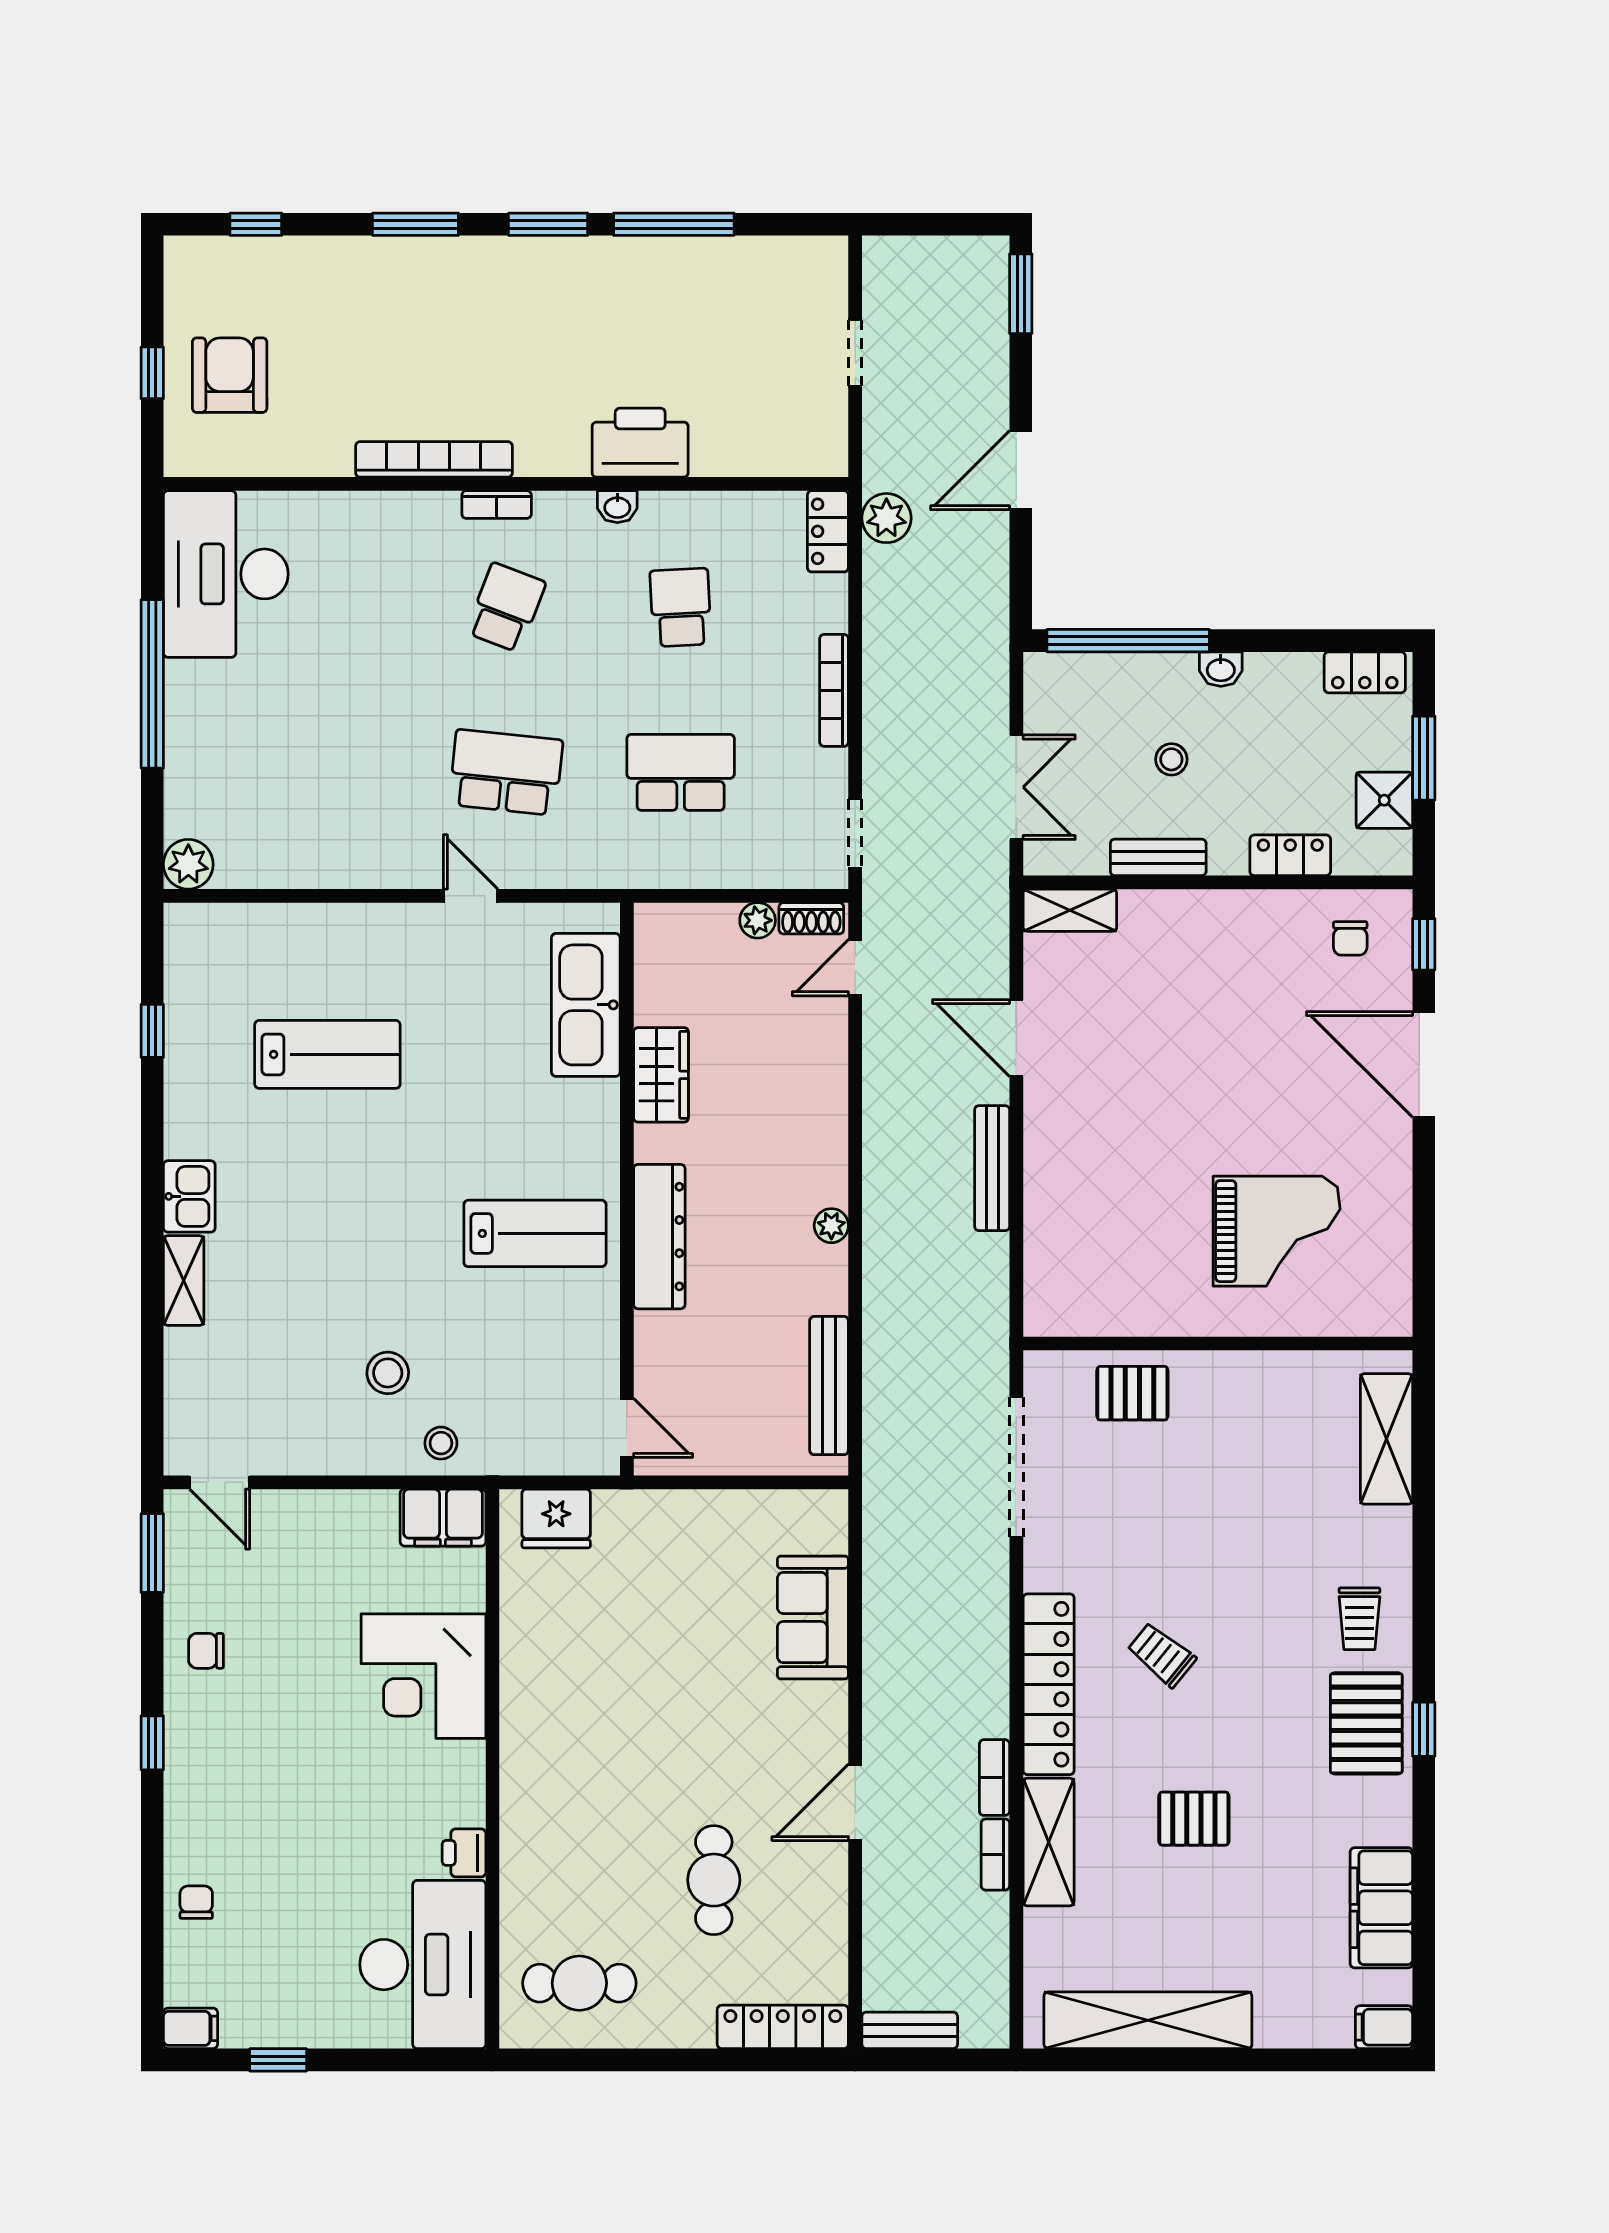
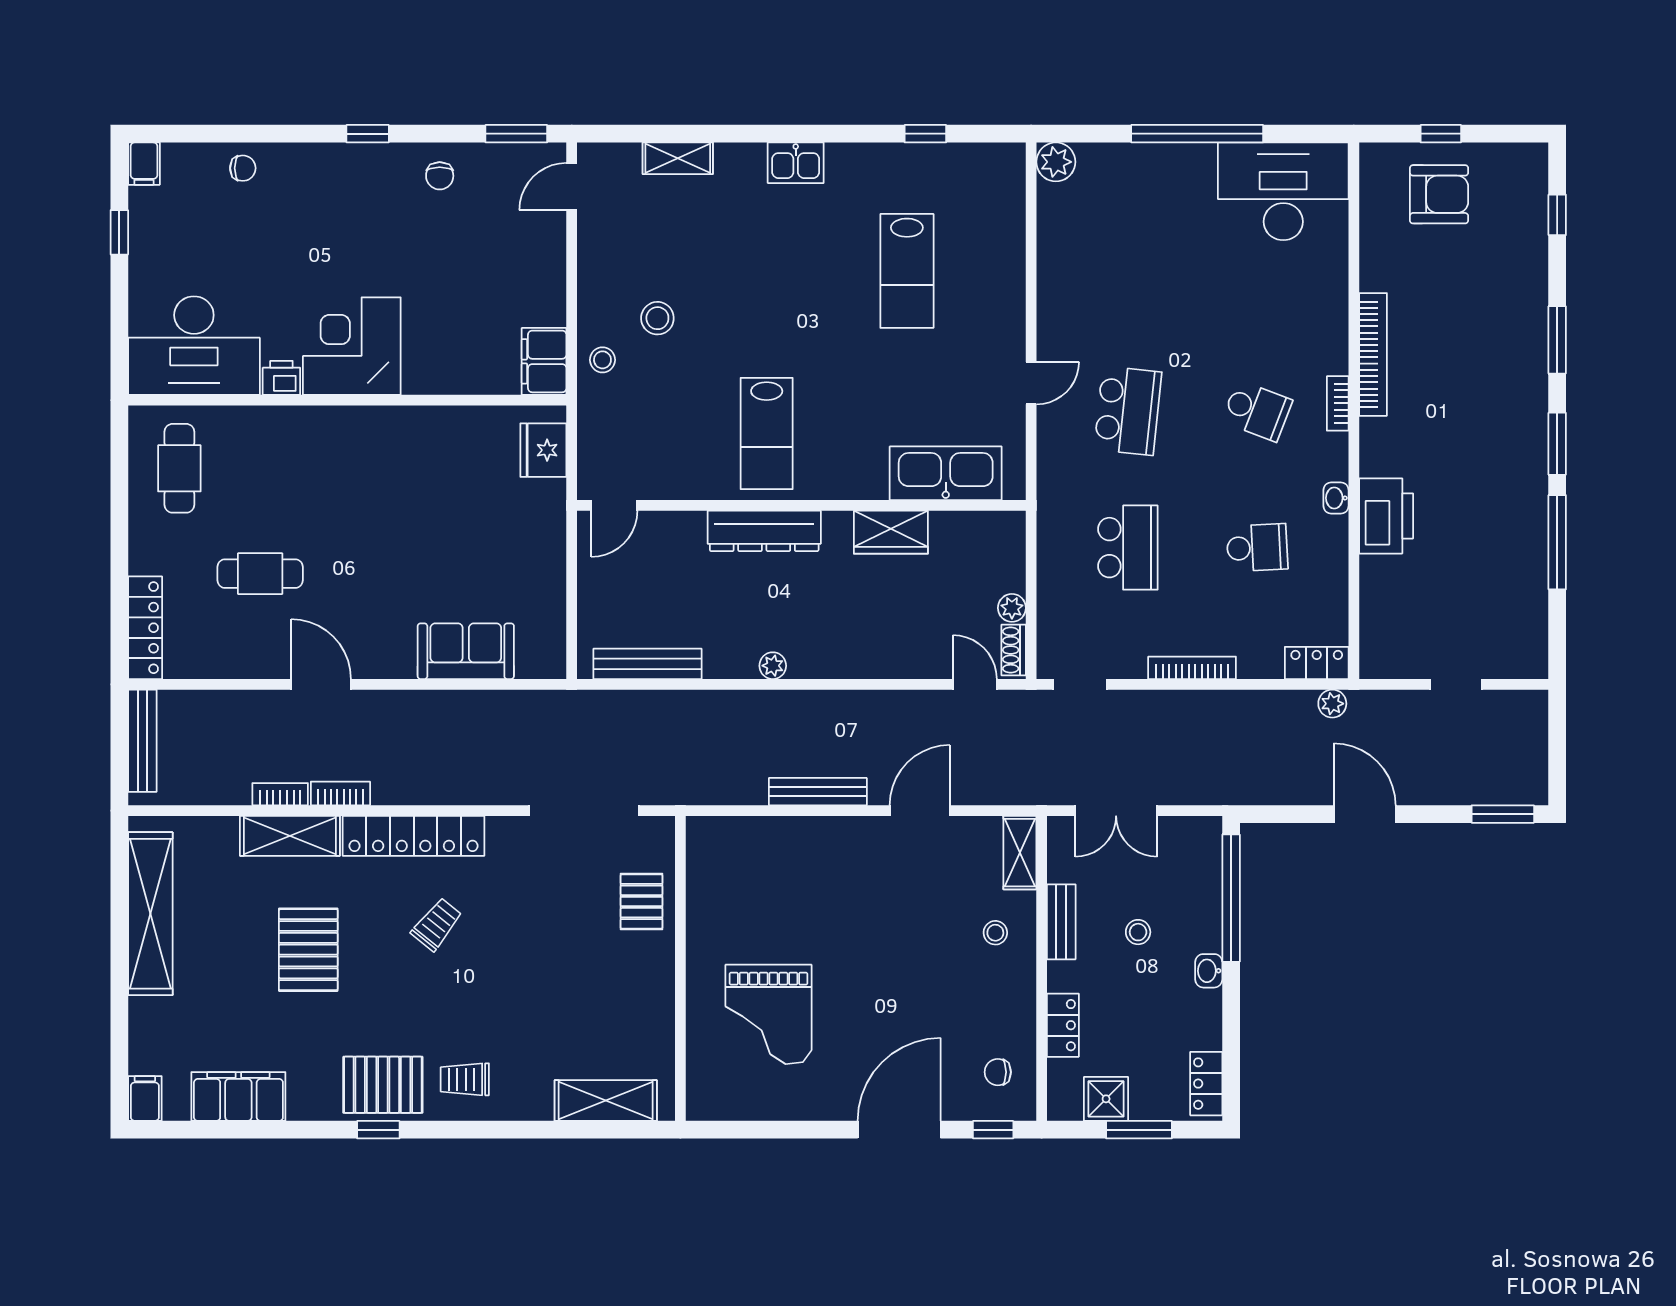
plant: (886, 518) -> (1332, 704), width x0.73, depth x0.73
stool: (1172, 942) -> (995, 933), added
shelving: (184, 1281) -> (678, 158), moved
chair: (206, 1651) -> (440, 176), turned 180
corner desk: (423, 1676) -> (352, 346), moved
pallet: (1194, 1819) -> (308, 950), width x1.50, depth x1.42
bench: (910, 2030) -> (142, 741), width x1.36

